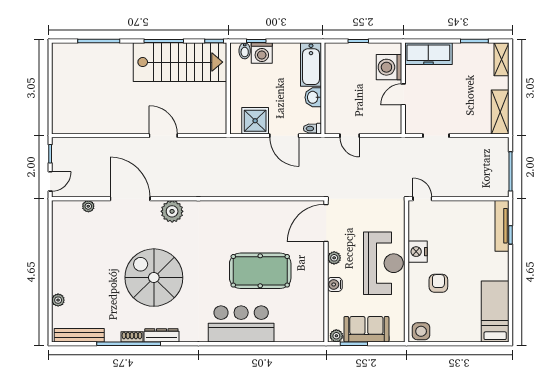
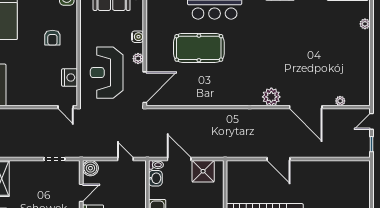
washbasin: (313, 97) -> (155, 178), moved
boiler: (392, 124) -> (90, 168), added
nightstand: (418, 252) -> (70, 78), moved
reception desk: (383, 263) -> (107, 73), moved
spiral stairs: (154, 278) -> (286, 42), removed

